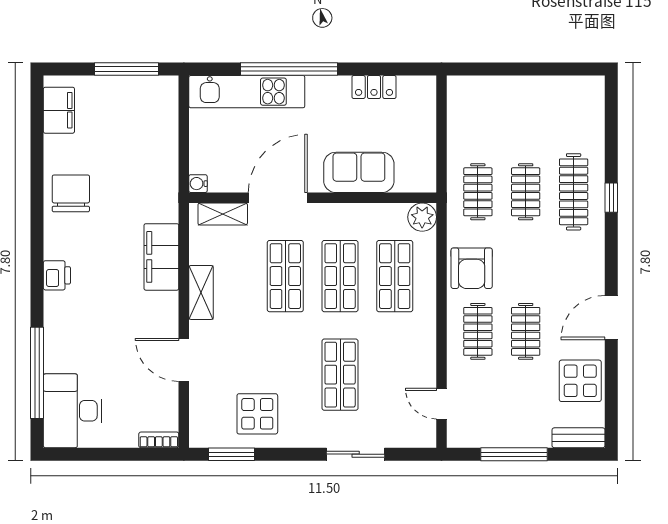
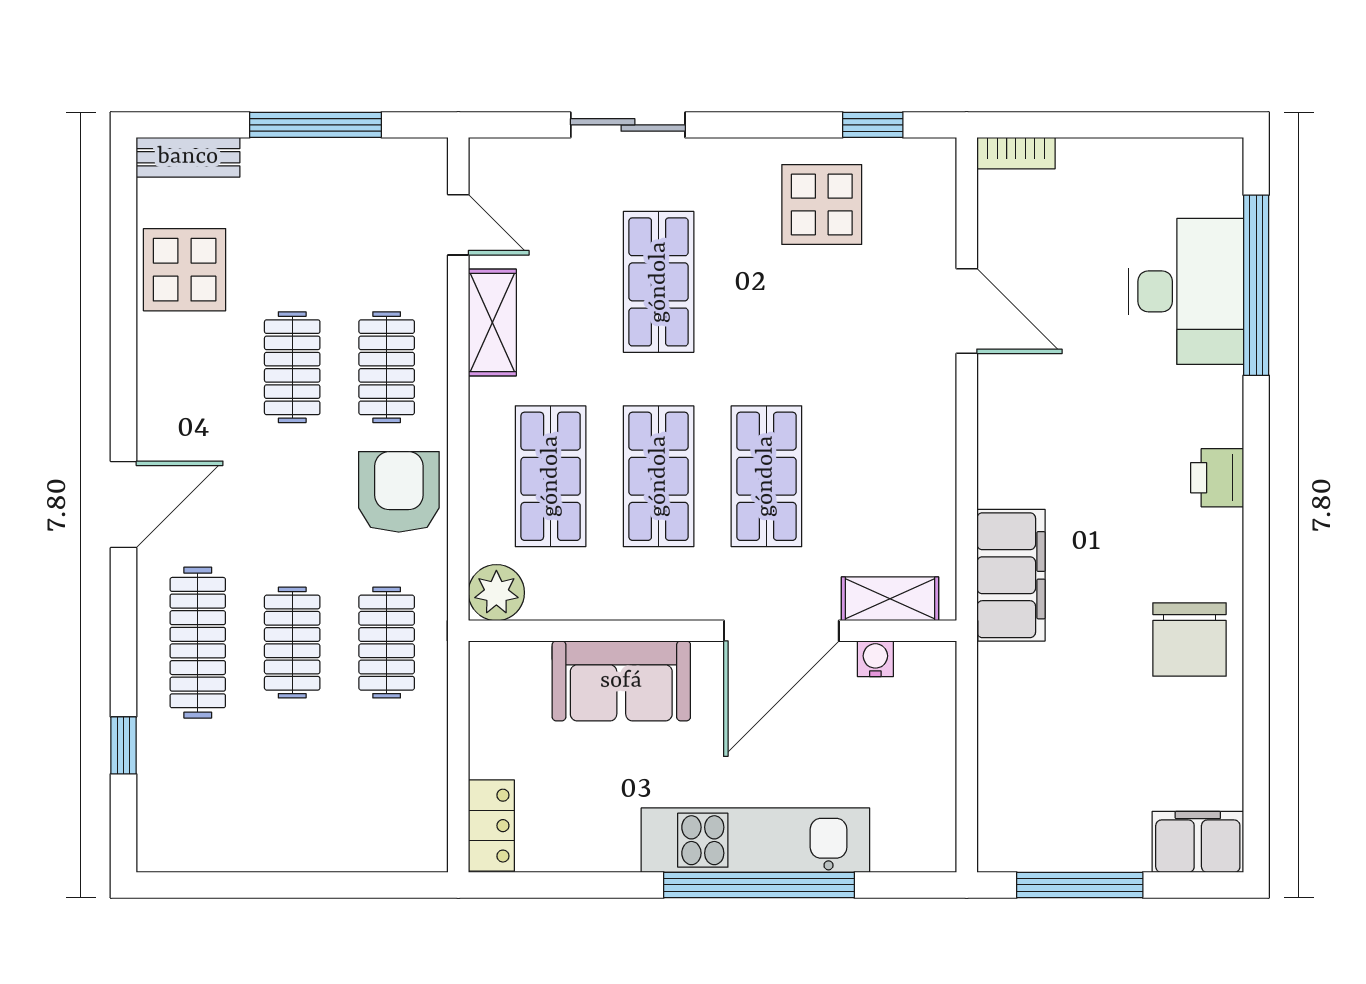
locker: (374, 87) -> (491, 826), moved, turned 90
kitchen unit: (247, 92) -> (755, 840), moved
filing cabinet: (59, 110) -> (1198, 842), moved, turned 90
water cooler: (198, 184) -> (875, 659), moved, turned -90
window: (611, 198) -> (124, 745), moved
filing cabinet: (161, 257) -> (1011, 575), moved
shelving: (201, 292) -> (492, 323), moved
door: (611, 318) -> (124, 504), moved
desk: (73, 411) -> (1186, 291), moved
window: (231, 454) -> (873, 125), width x0.67

